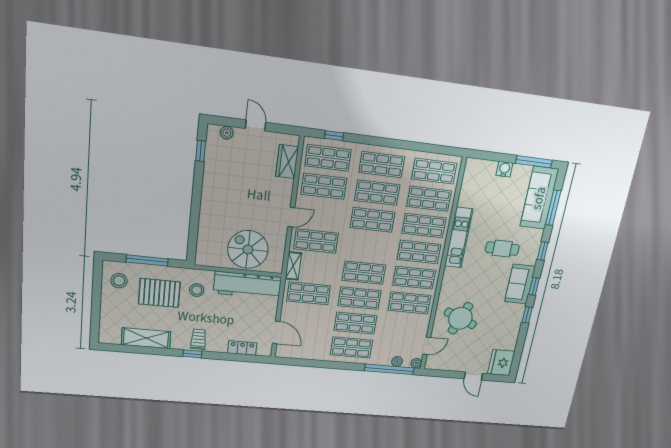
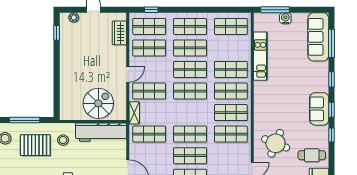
window: (534, 162) -> (275, 10), moved
shop shelf: (429, 199) -> (231, 48), removed
kitchen unit: (459, 238) -> (260, 56), moved
spiral stairs: (248, 249) -> (98, 103), turned 90
cafe table: (502, 249) -> (312, 155), moved
shop shelf: (364, 273) -> (190, 91), moved

